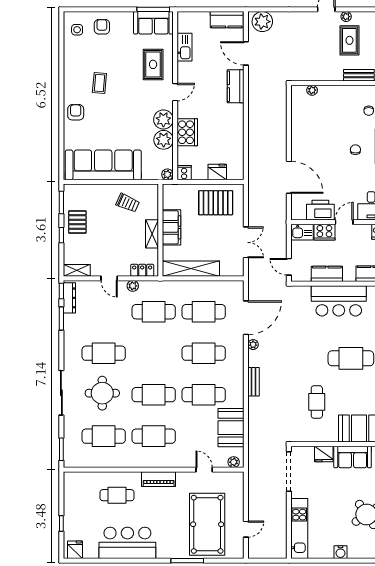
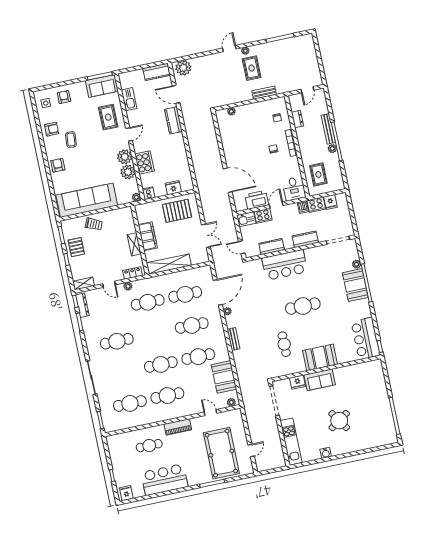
armchair: (78, 65) -> (52, 129), added
trolley: (128, 203) -> (94, 224), moved
round table: (102, 393) -> (122, 371), removed

